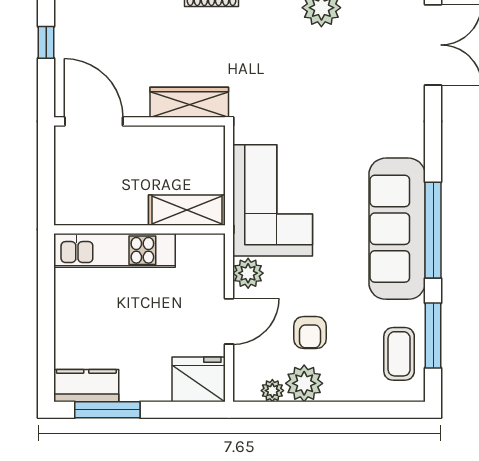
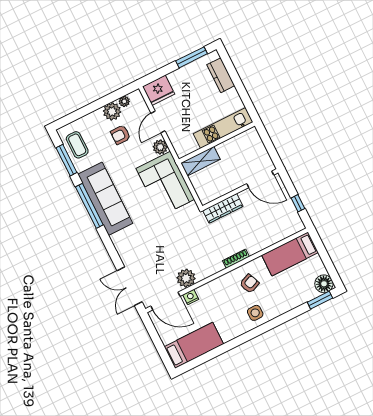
armchair: (310, 332) -> (120, 135), turned -90
kitchen counter: (86, 386) -> (221, 75), moved, turned 90

